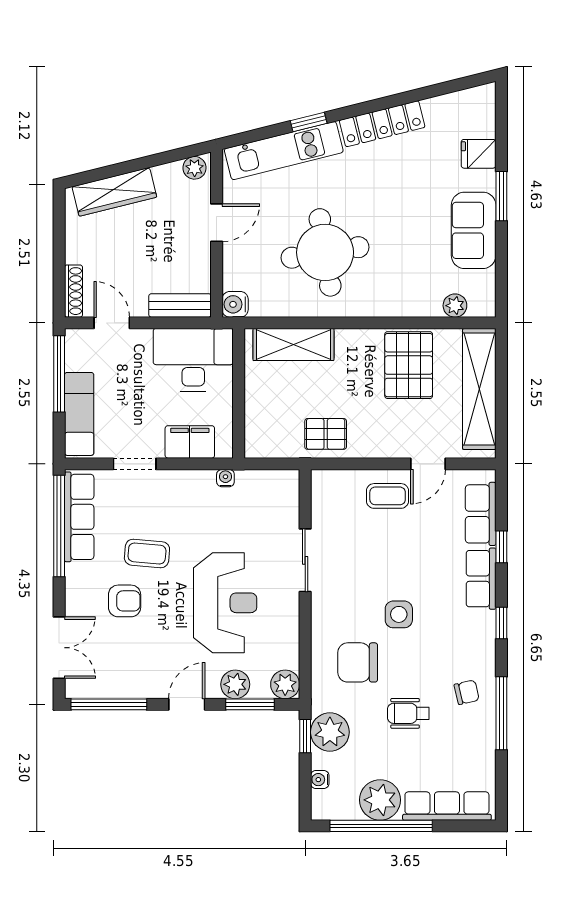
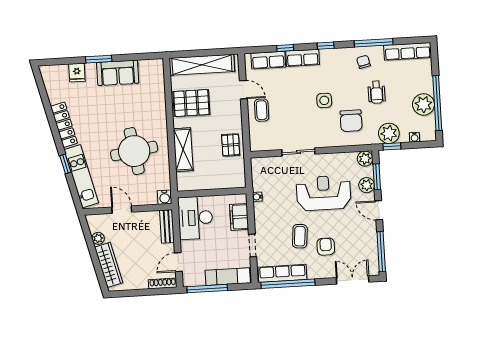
plant: (195, 168) -> (98, 238), moved
plant: (455, 306) -> (158, 80), removed
shelving: (293, 344) -> (183, 150), moved
row of seats: (447, 806) -> (408, 51), moved, turned -90

